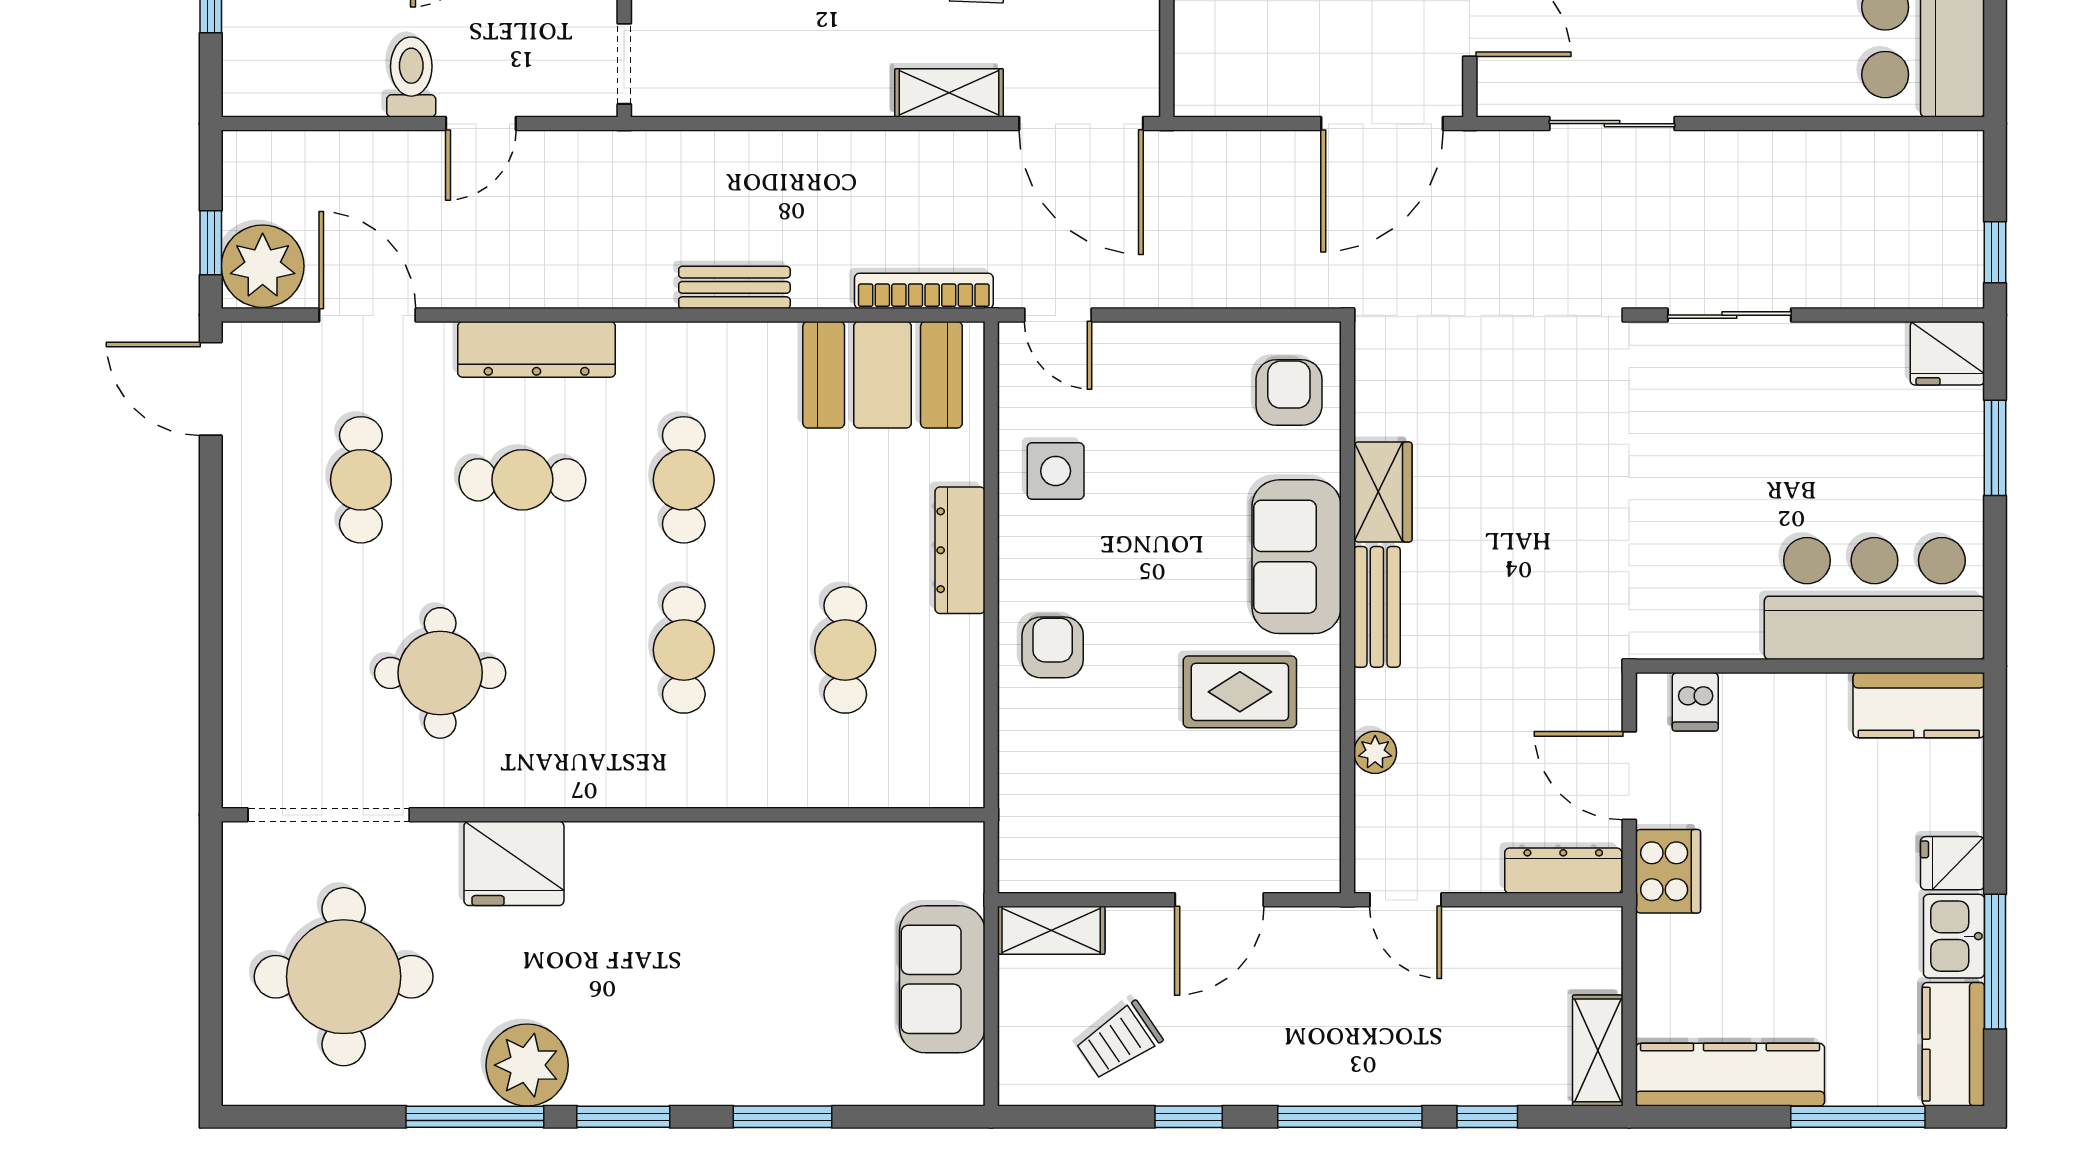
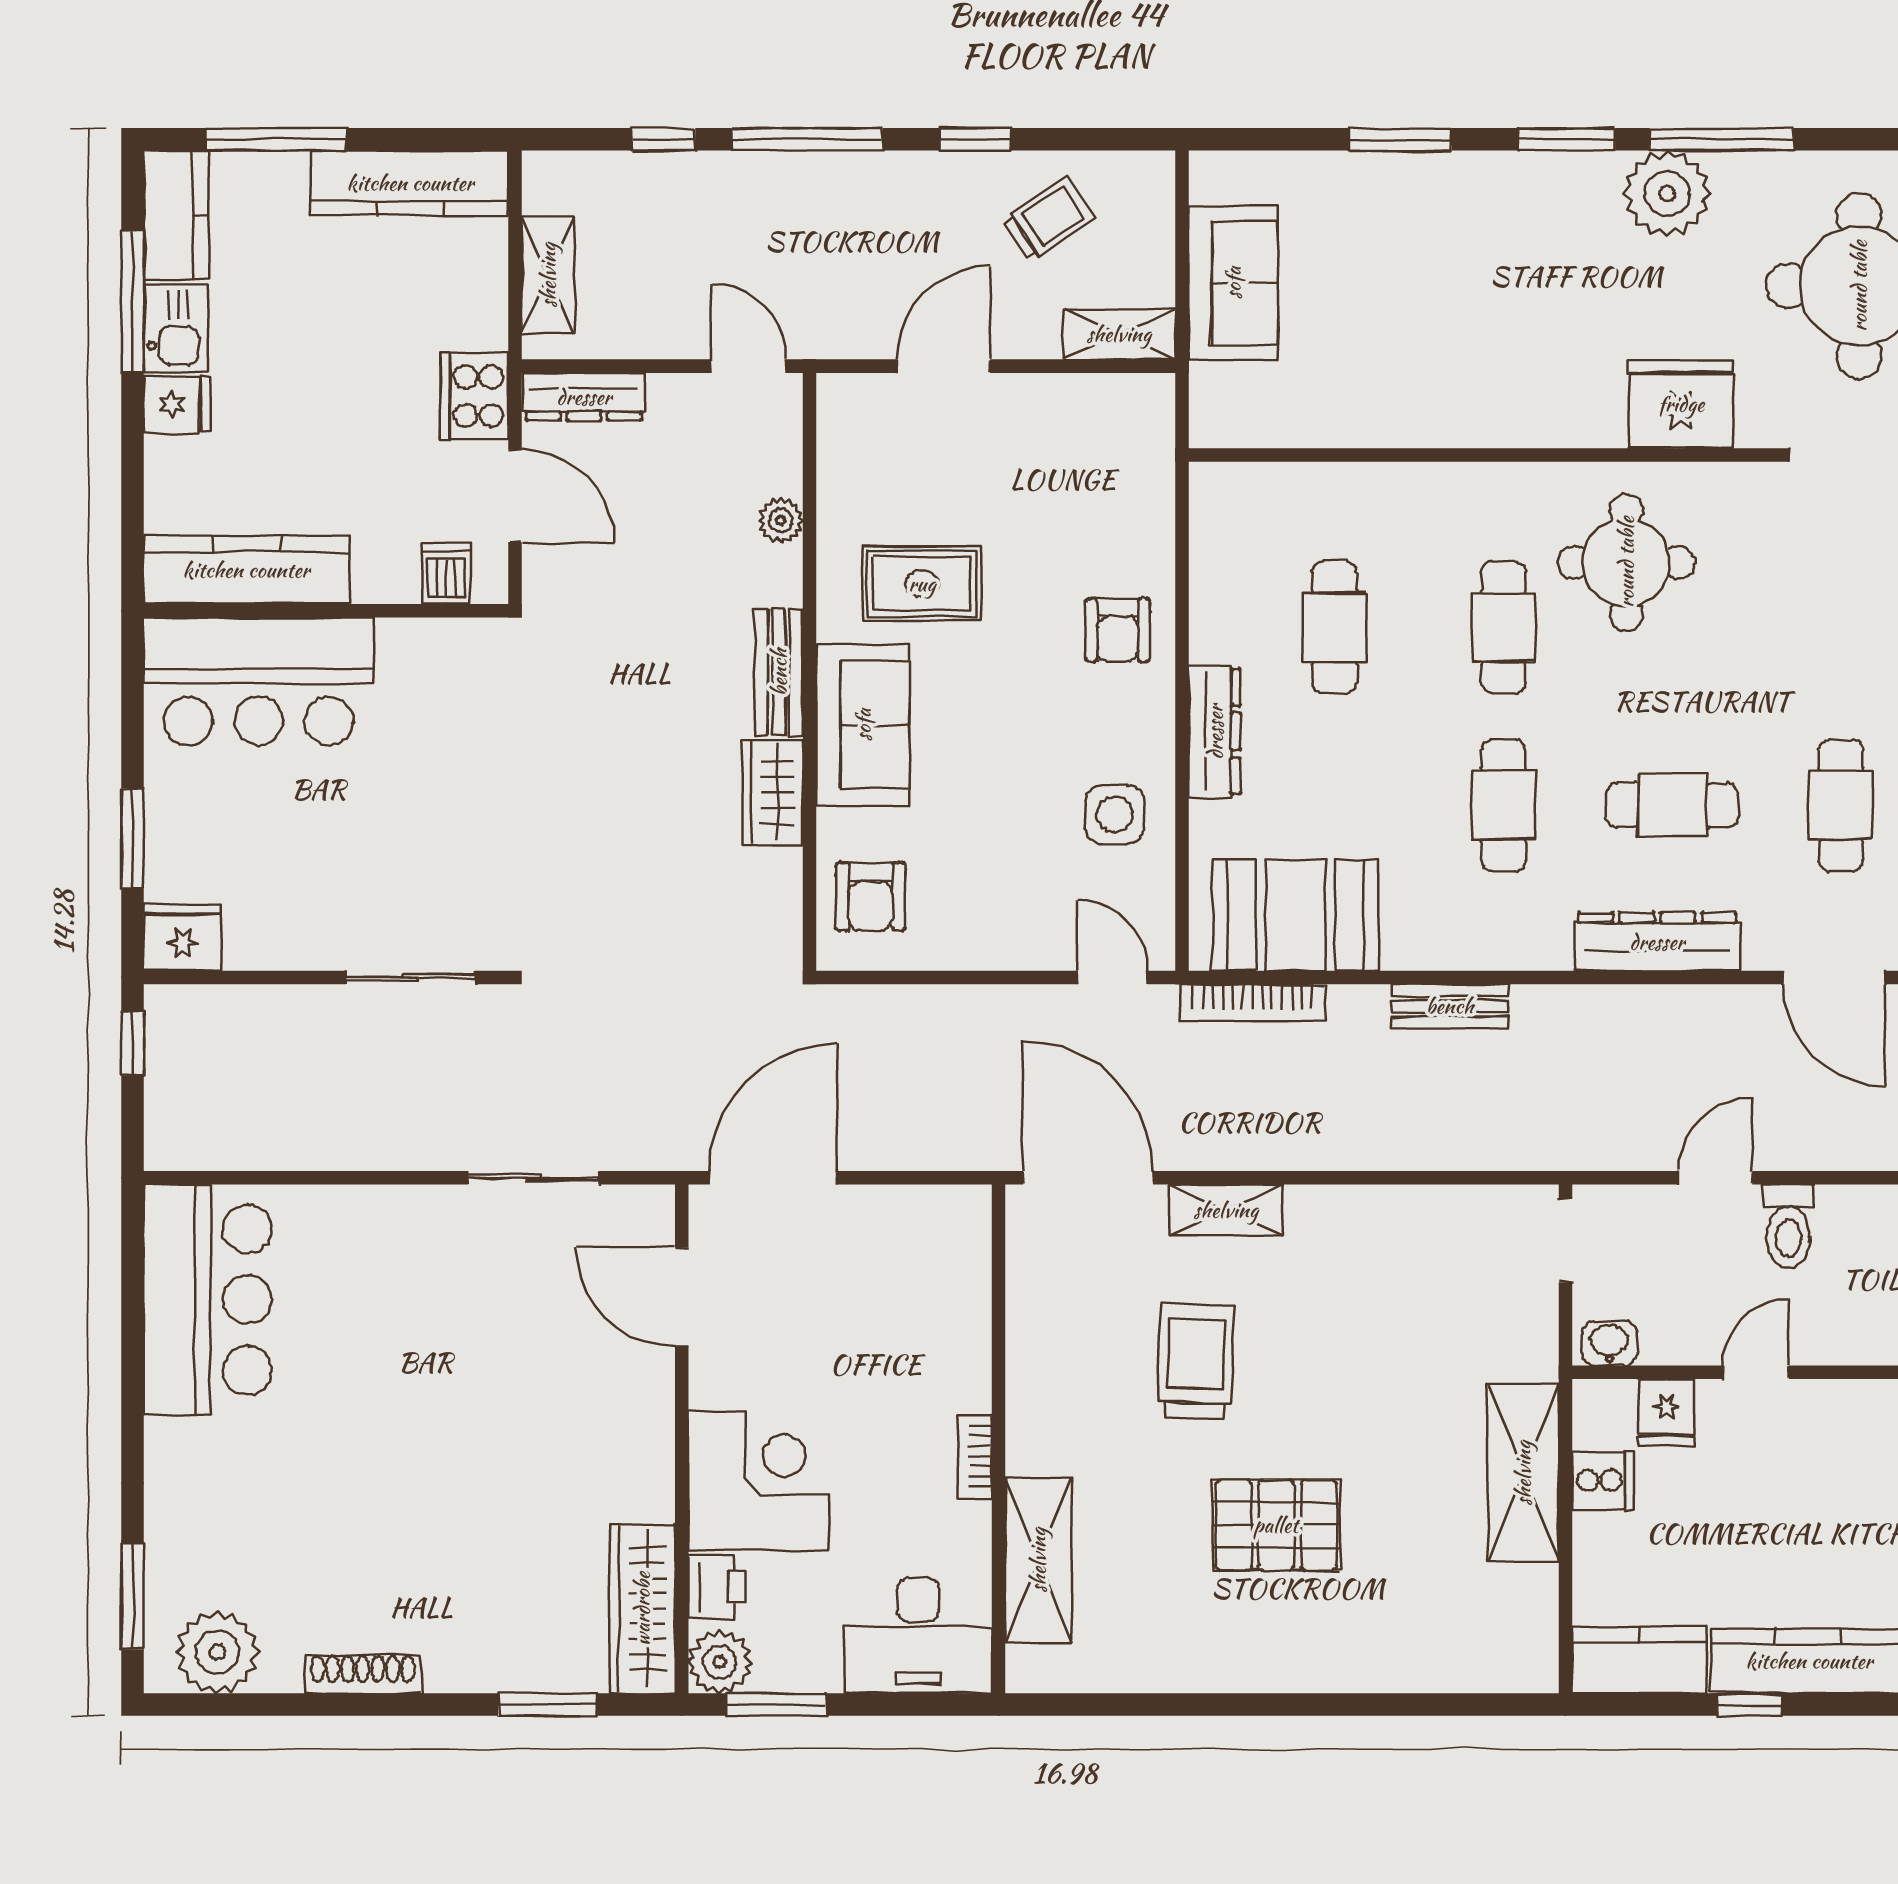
round table: (440, 673) -> (1626, 562), moved
kitchen counter: (1919, 705) -> (246, 570), width x1.50
shelving: (1598, 1050) -> (548, 275), moved

